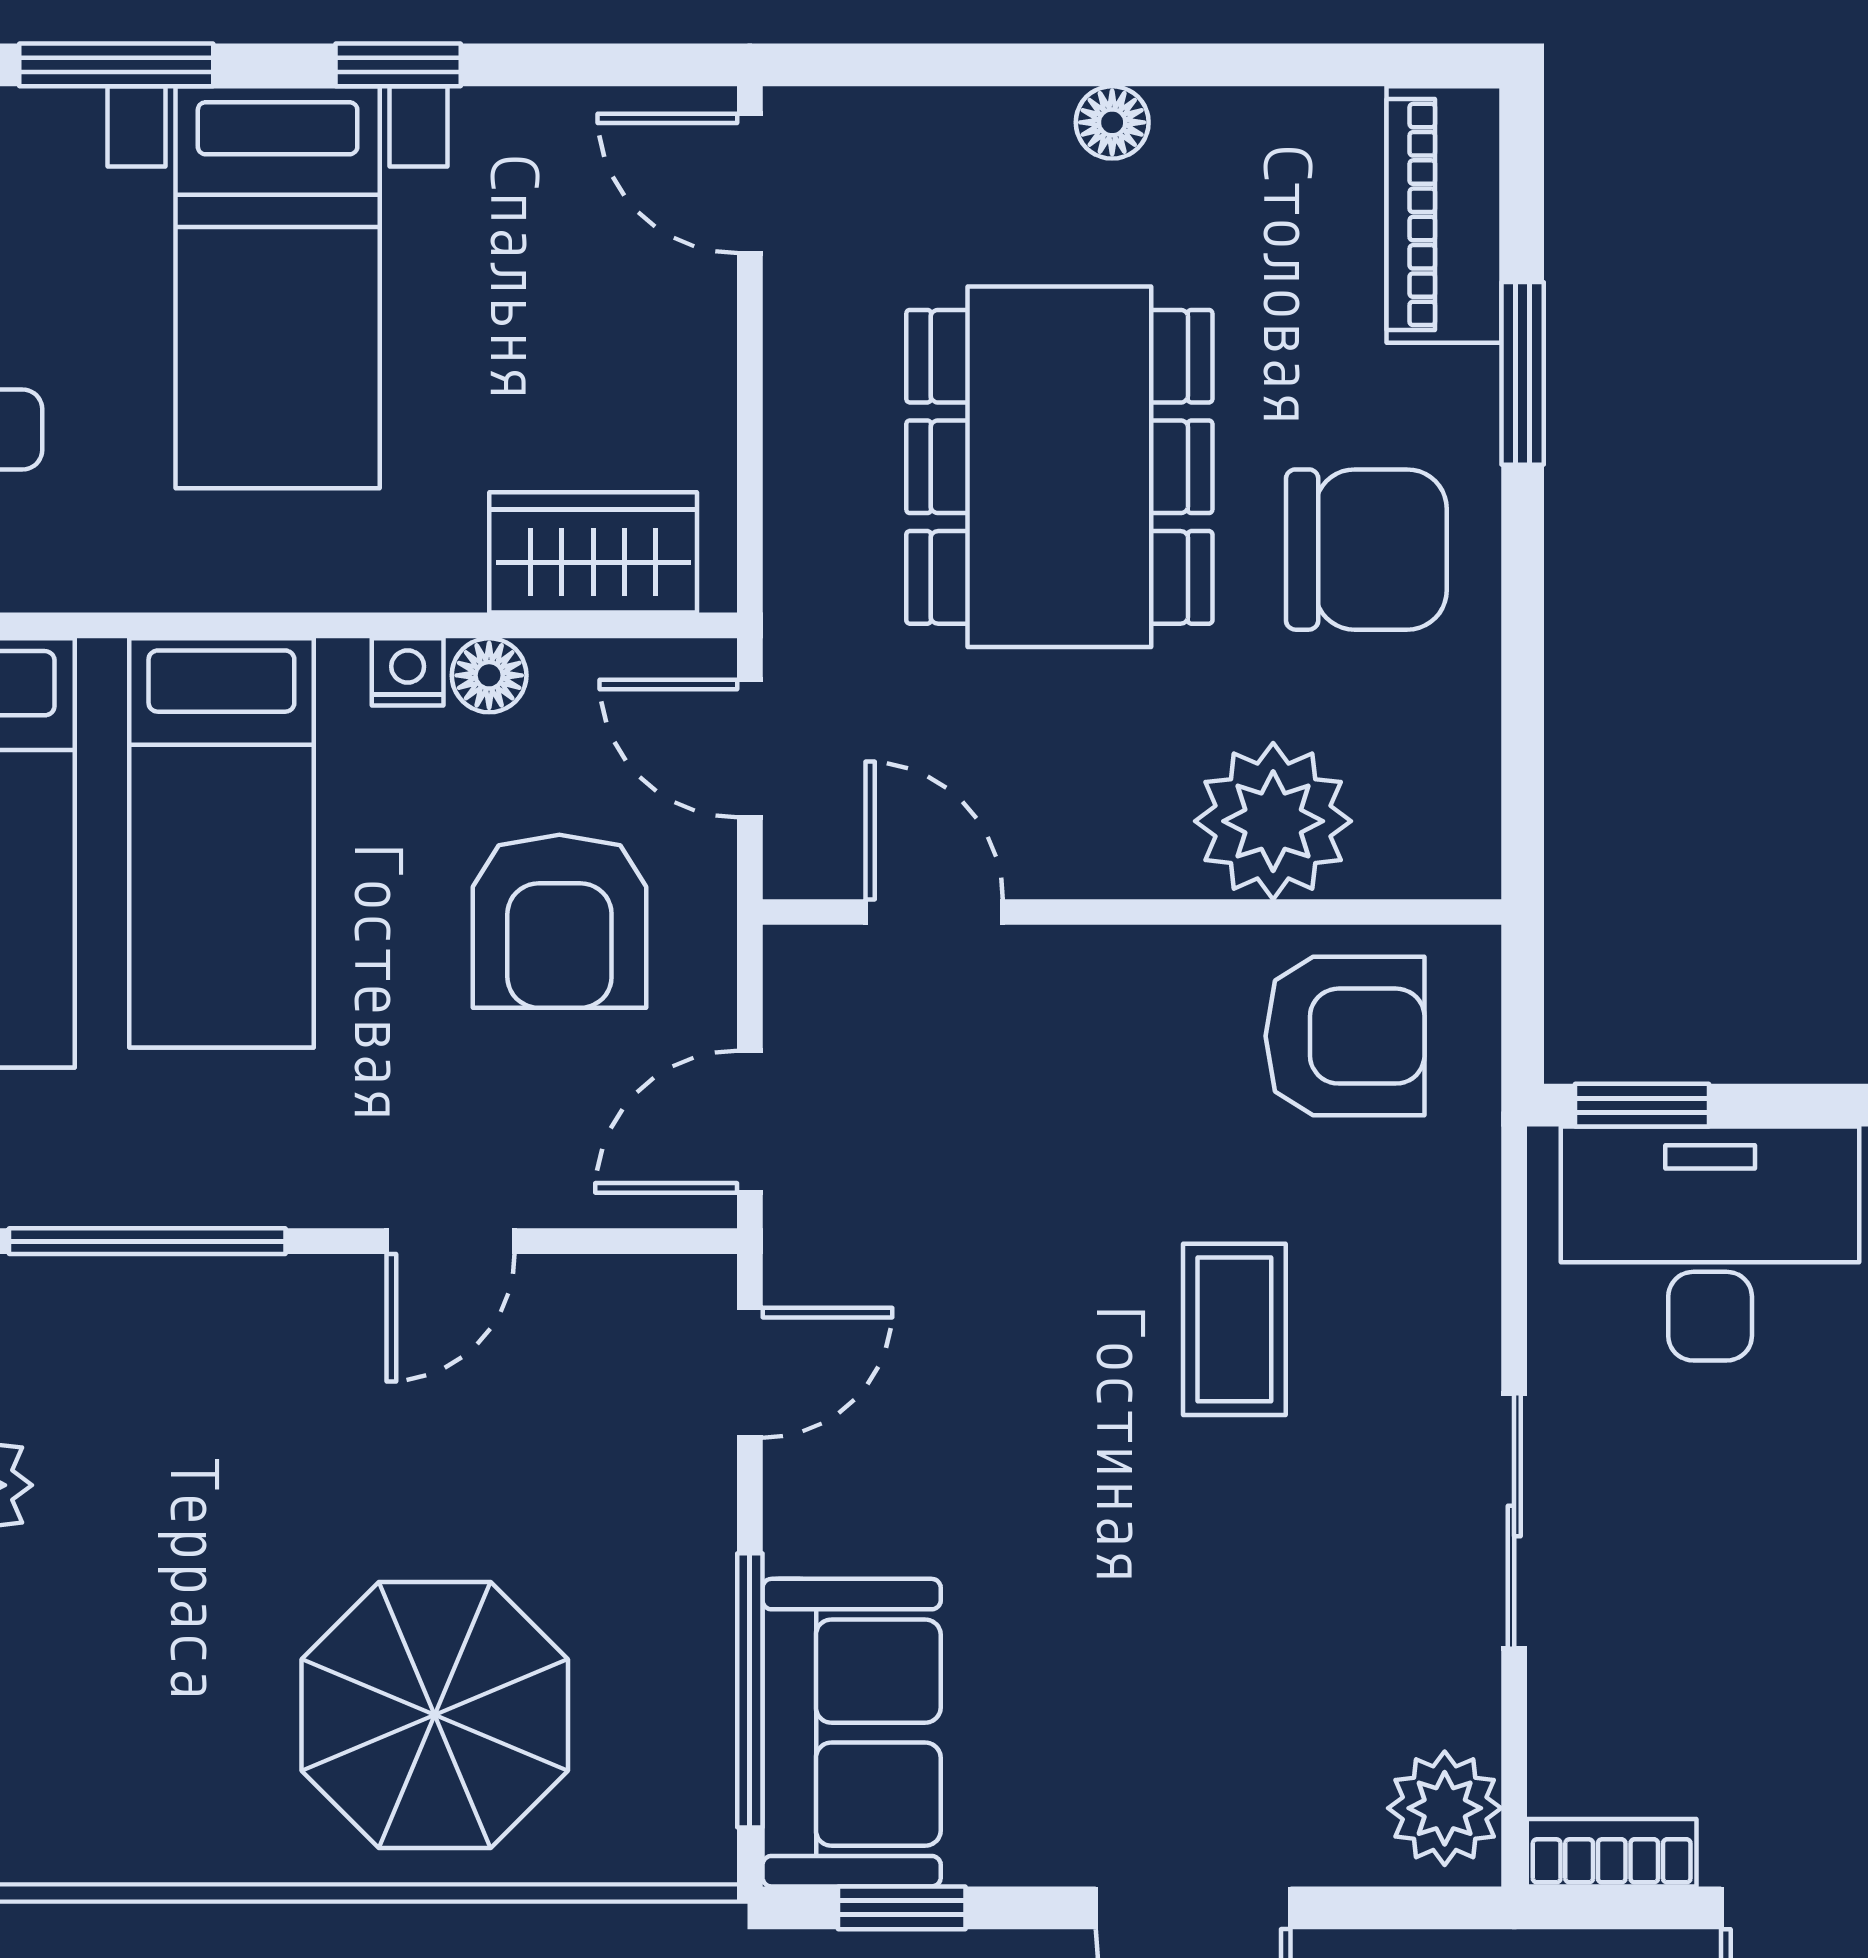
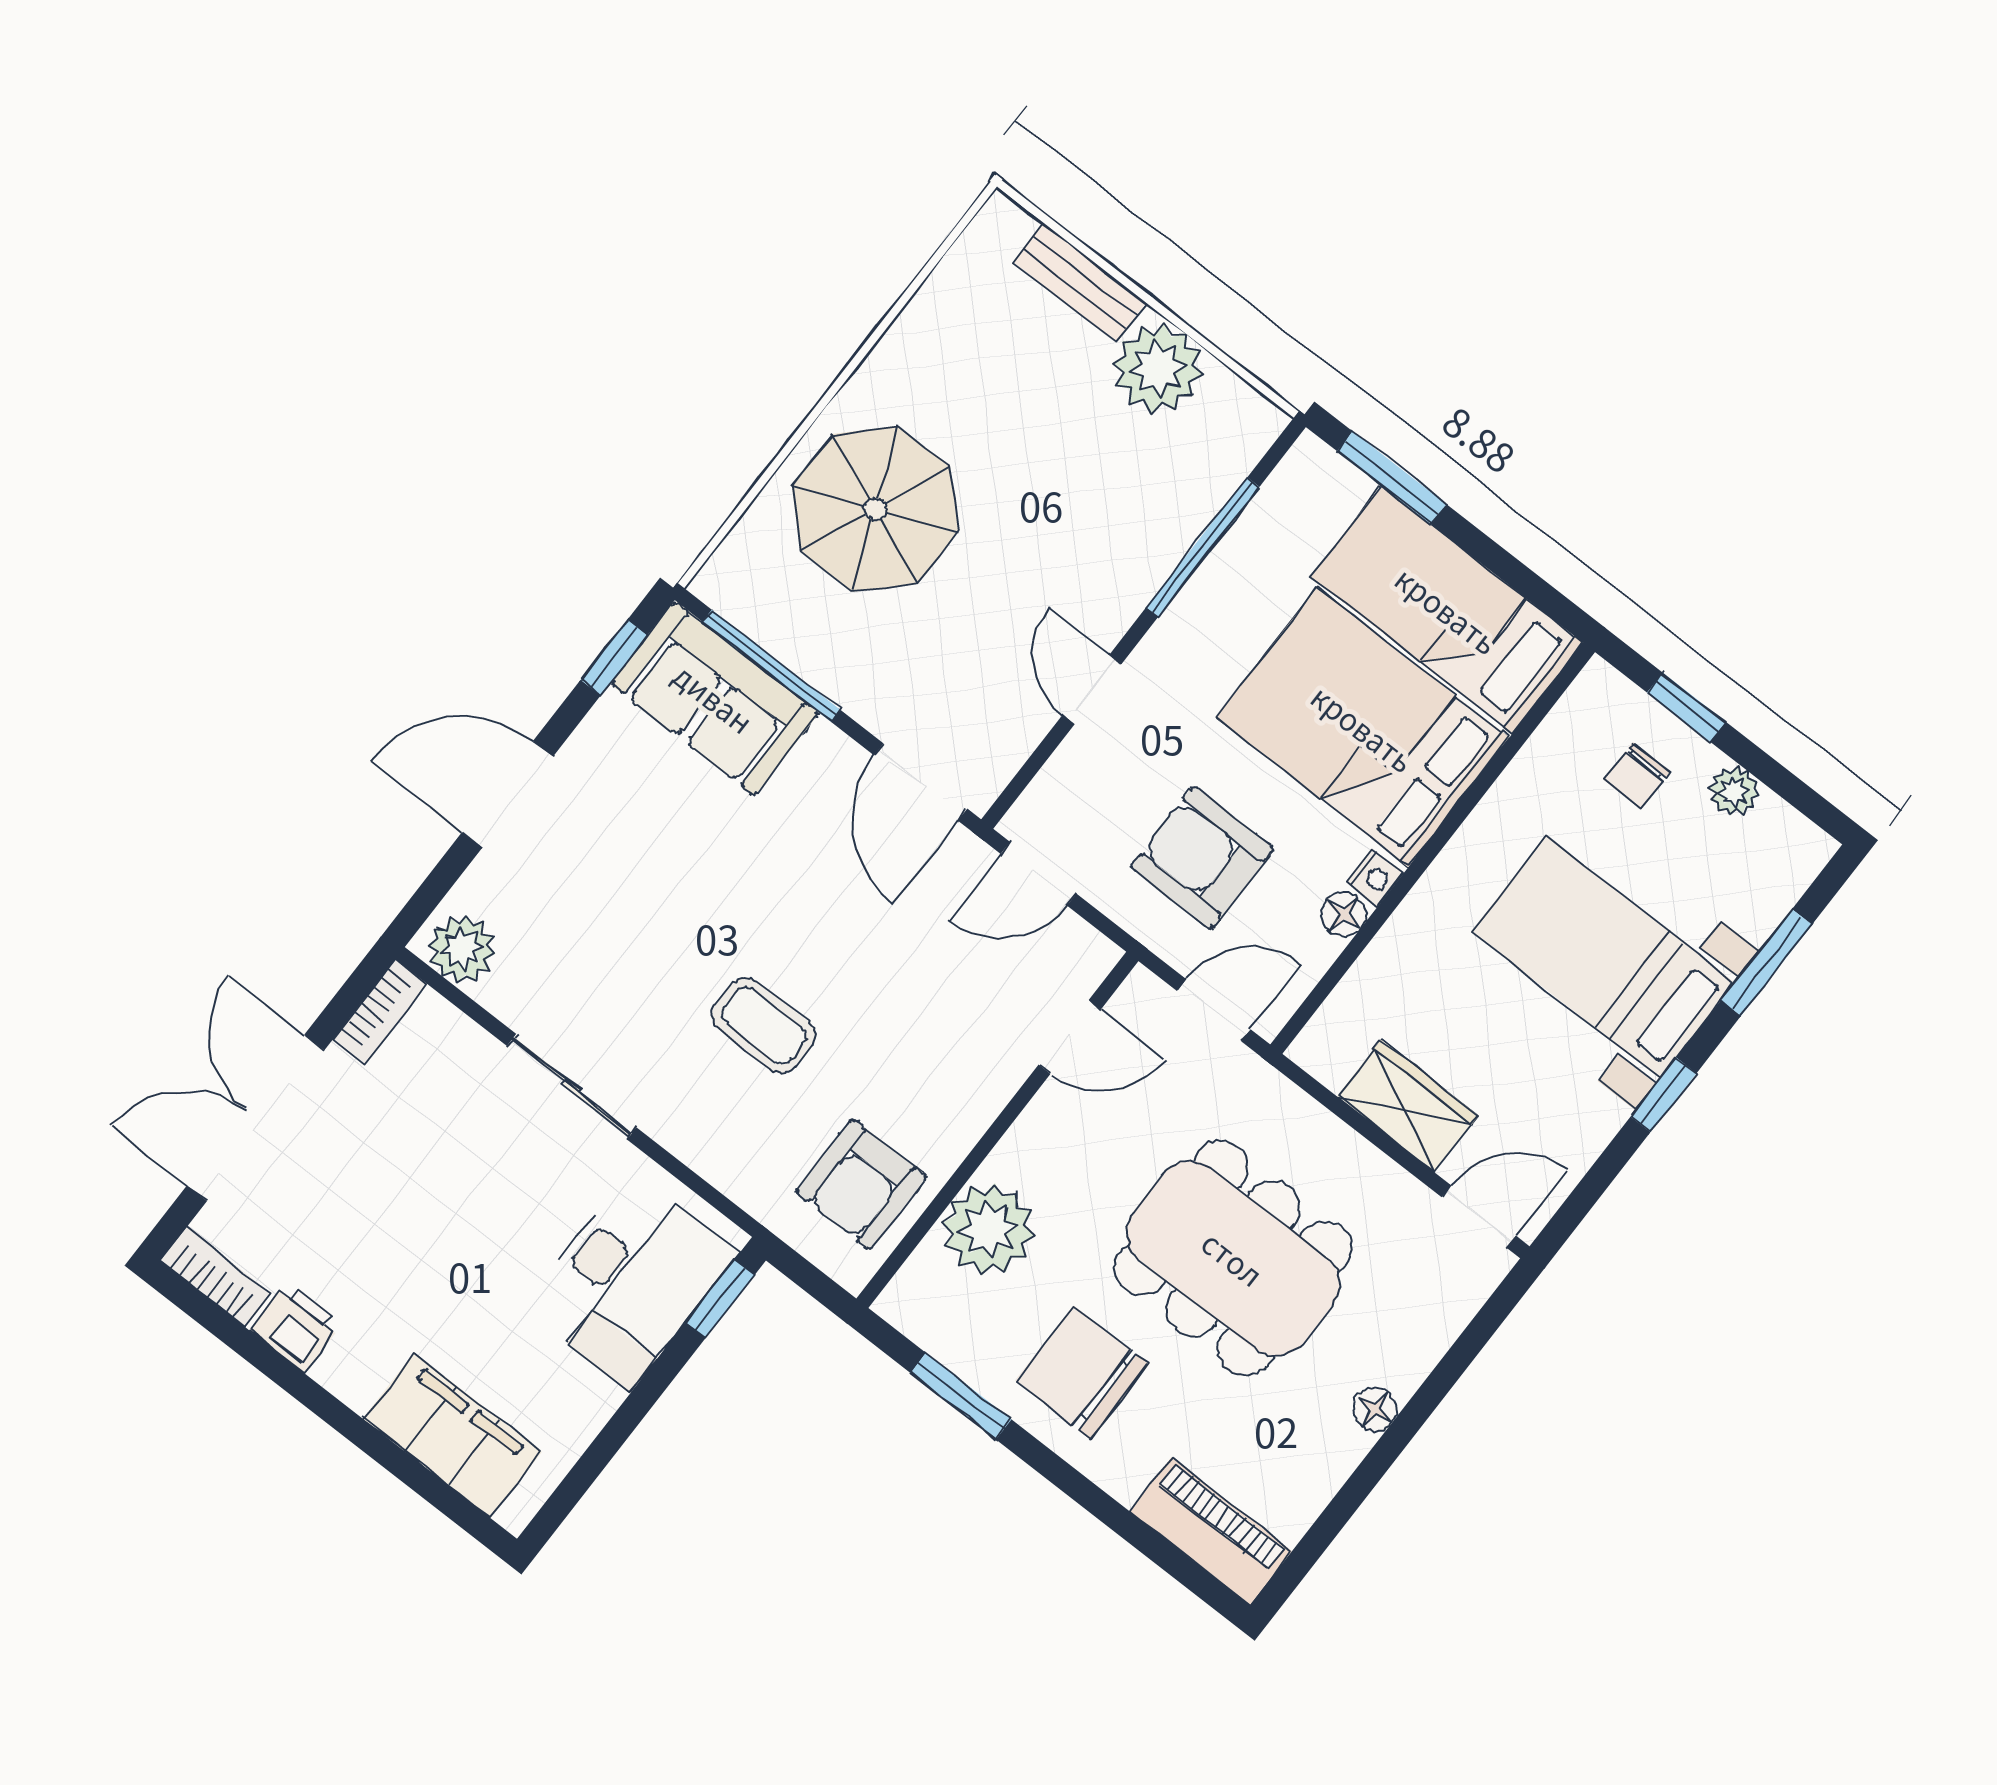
window: (1523, 373) -> (961, 1396), moved
chair: (1366, 550) -> (1082, 1372), turned 90
wardrobe: (593, 552) -> (1408, 1106), moved, turned -90
bed: (221, 843) -> (1363, 728), width x1.50
door: (750, 1122) -> (1039, 874), swing flipped
door: (750, 1373) -> (921, 782), width x1.37

